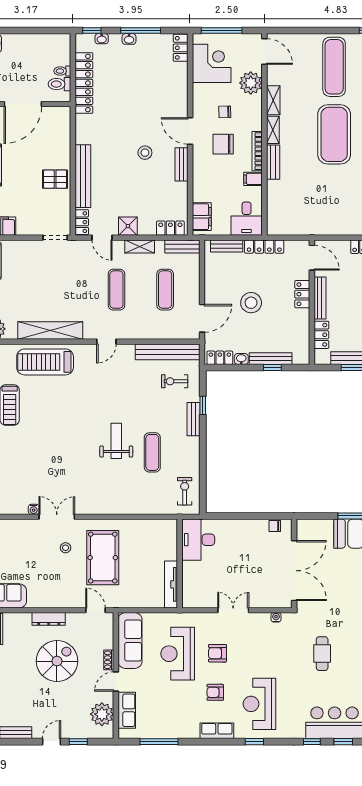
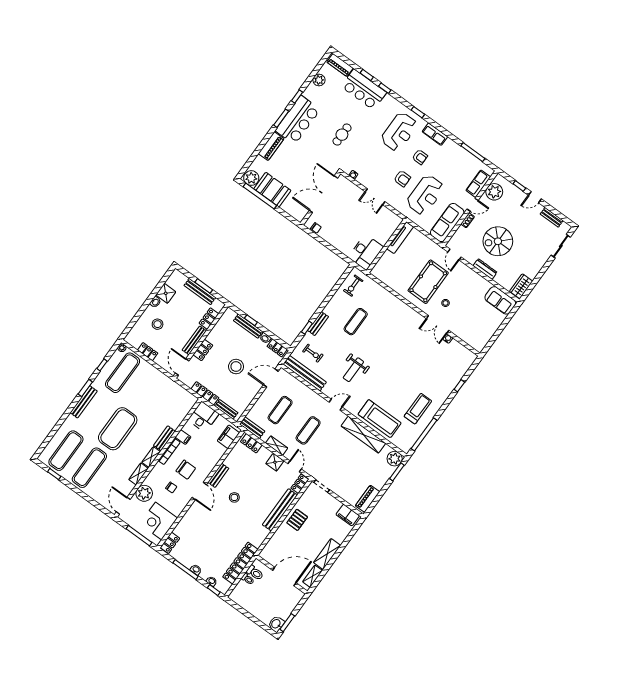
pallet: (55, 179) -> (297, 520), turned 90
weight bench: (116, 441) -> (353, 370), moved

